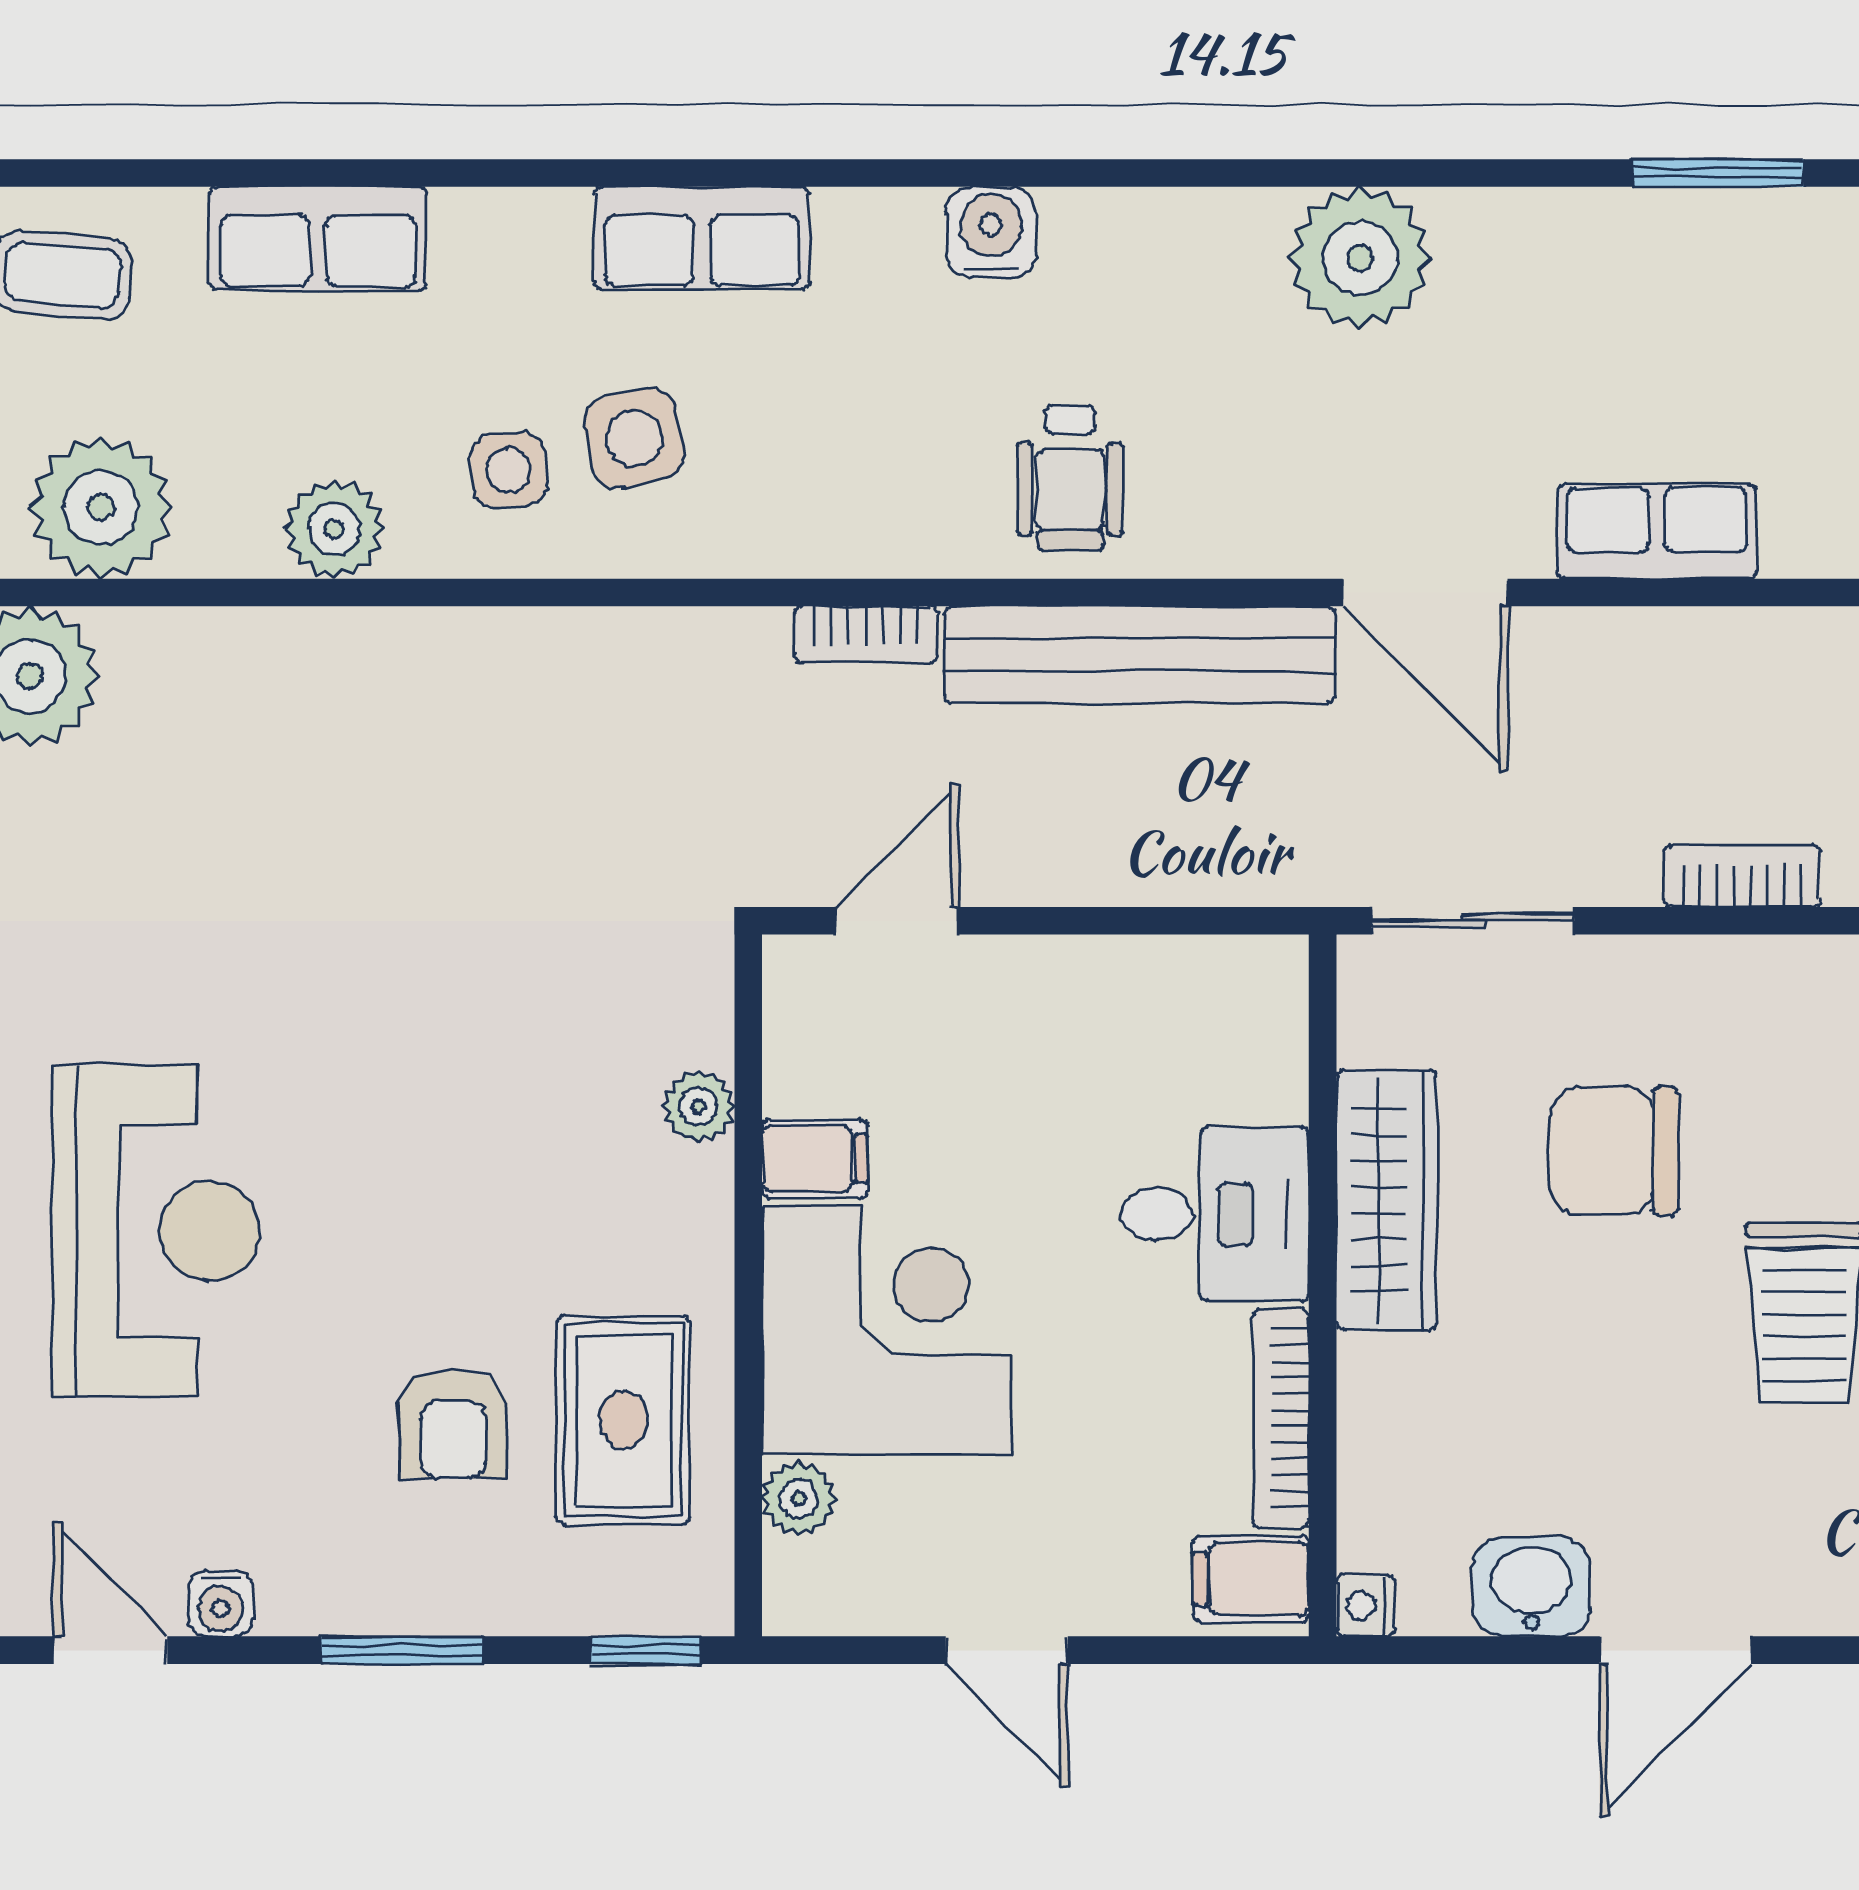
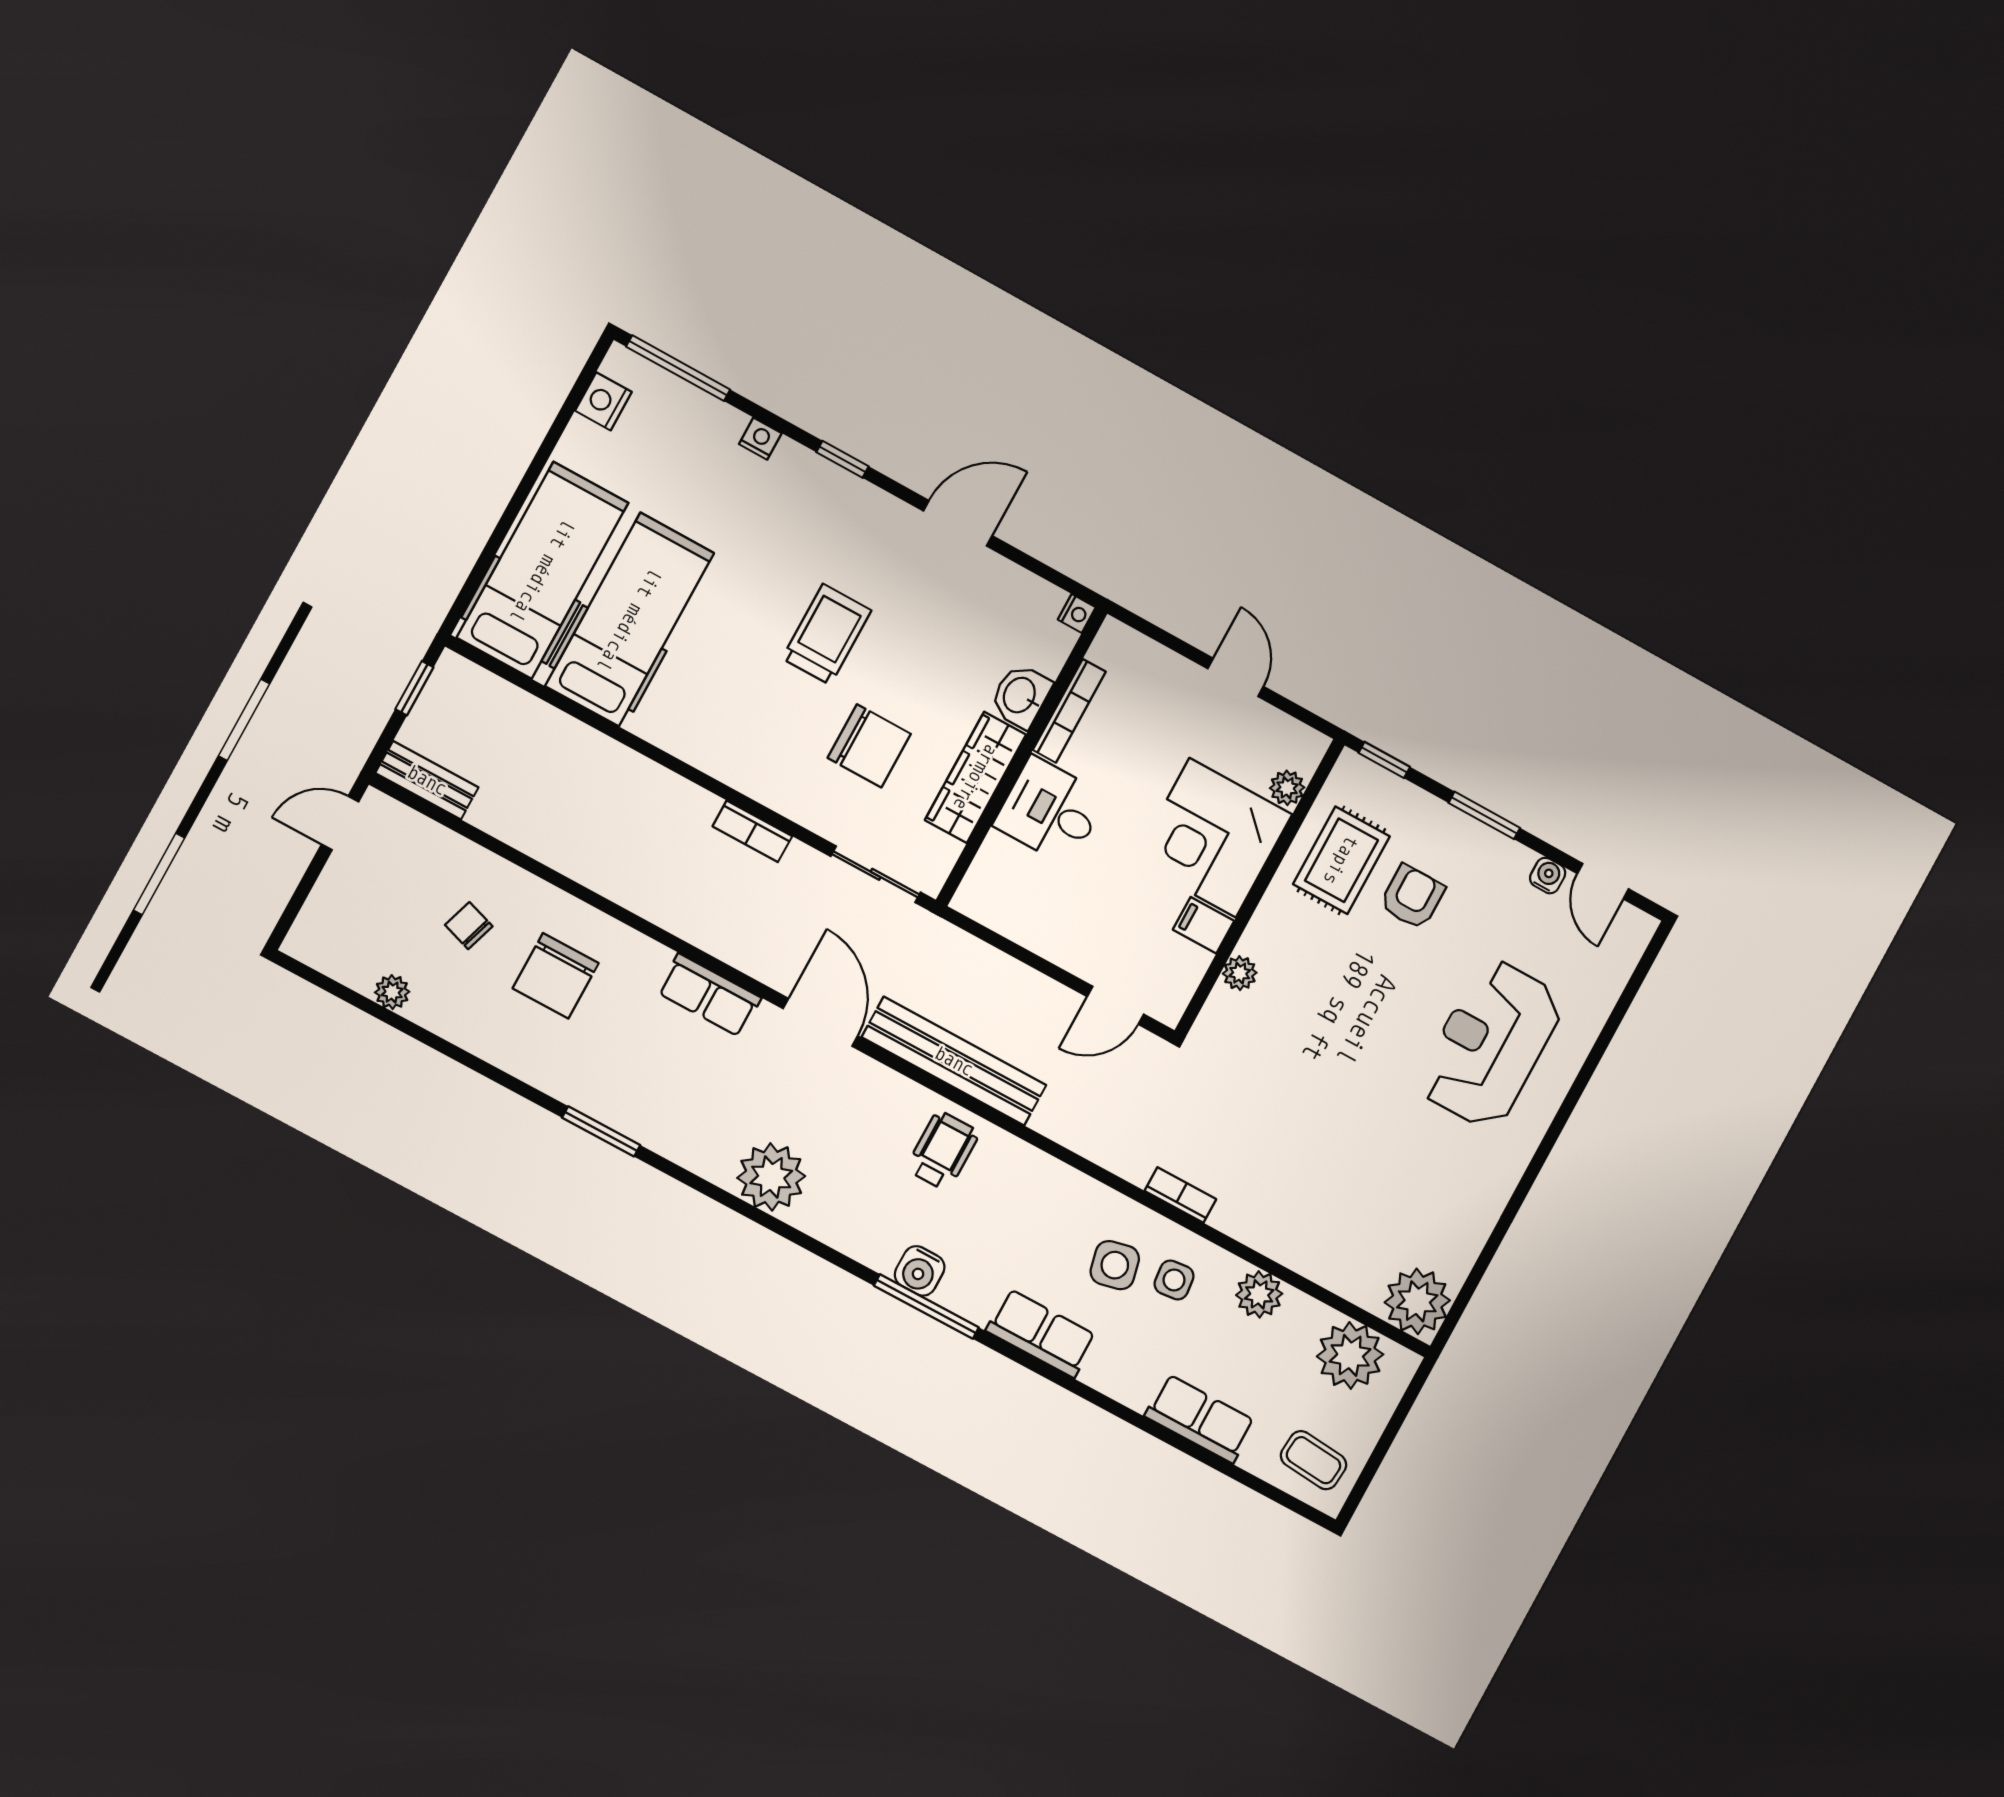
window: (943, 173) -> (926, 1307), added
bookcase: (866, 635) -> (1180, 1195), moved
filing cabinet: (1251, 1579) -> (1118, 651), removed
washbasin: (1531, 1587) -> (1021, 696), moved, turned 90

